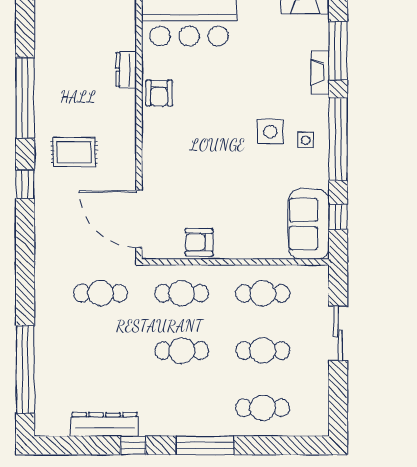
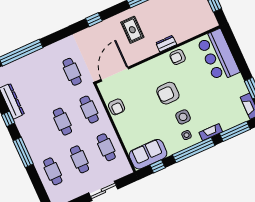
dresser: (126, 70) -> (166, 44), moved
fireplace: (320, 72) -> (211, 132), moved
armchair: (216, 140) -> (168, 93), added
window: (25, 184) -> (94, 20), moved
armchair: (199, 242) -> (117, 107), turned 180

